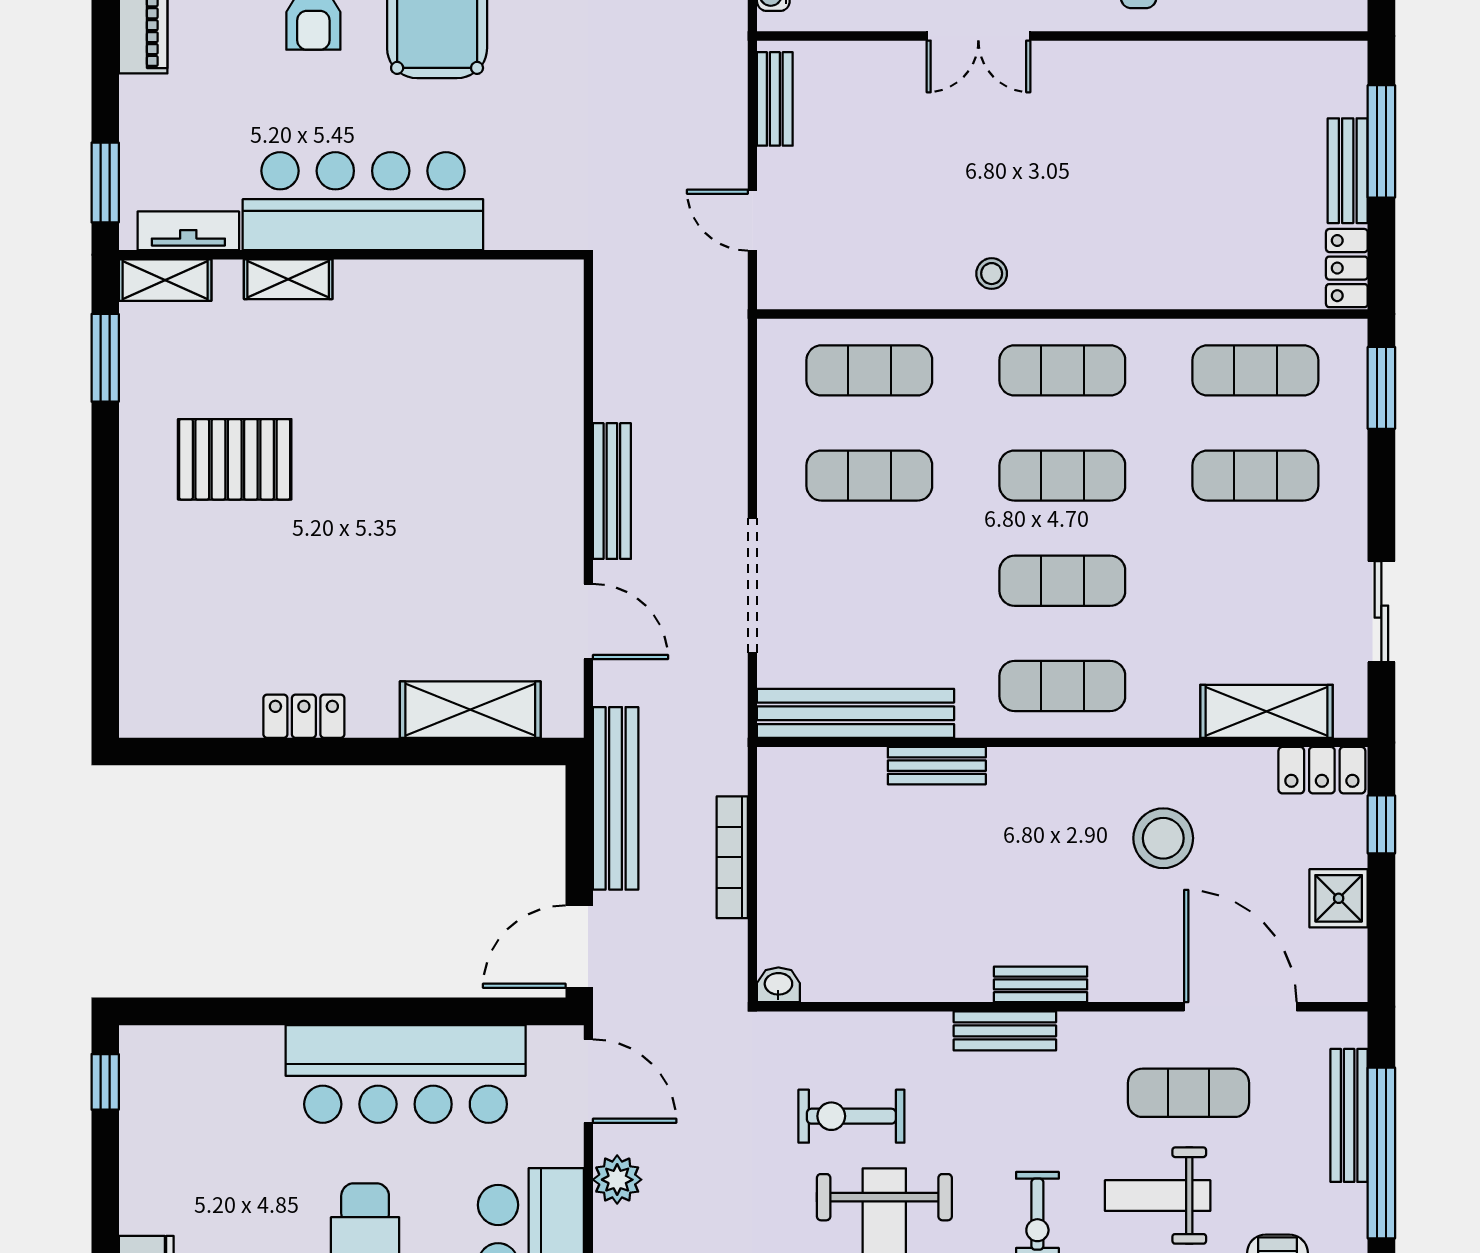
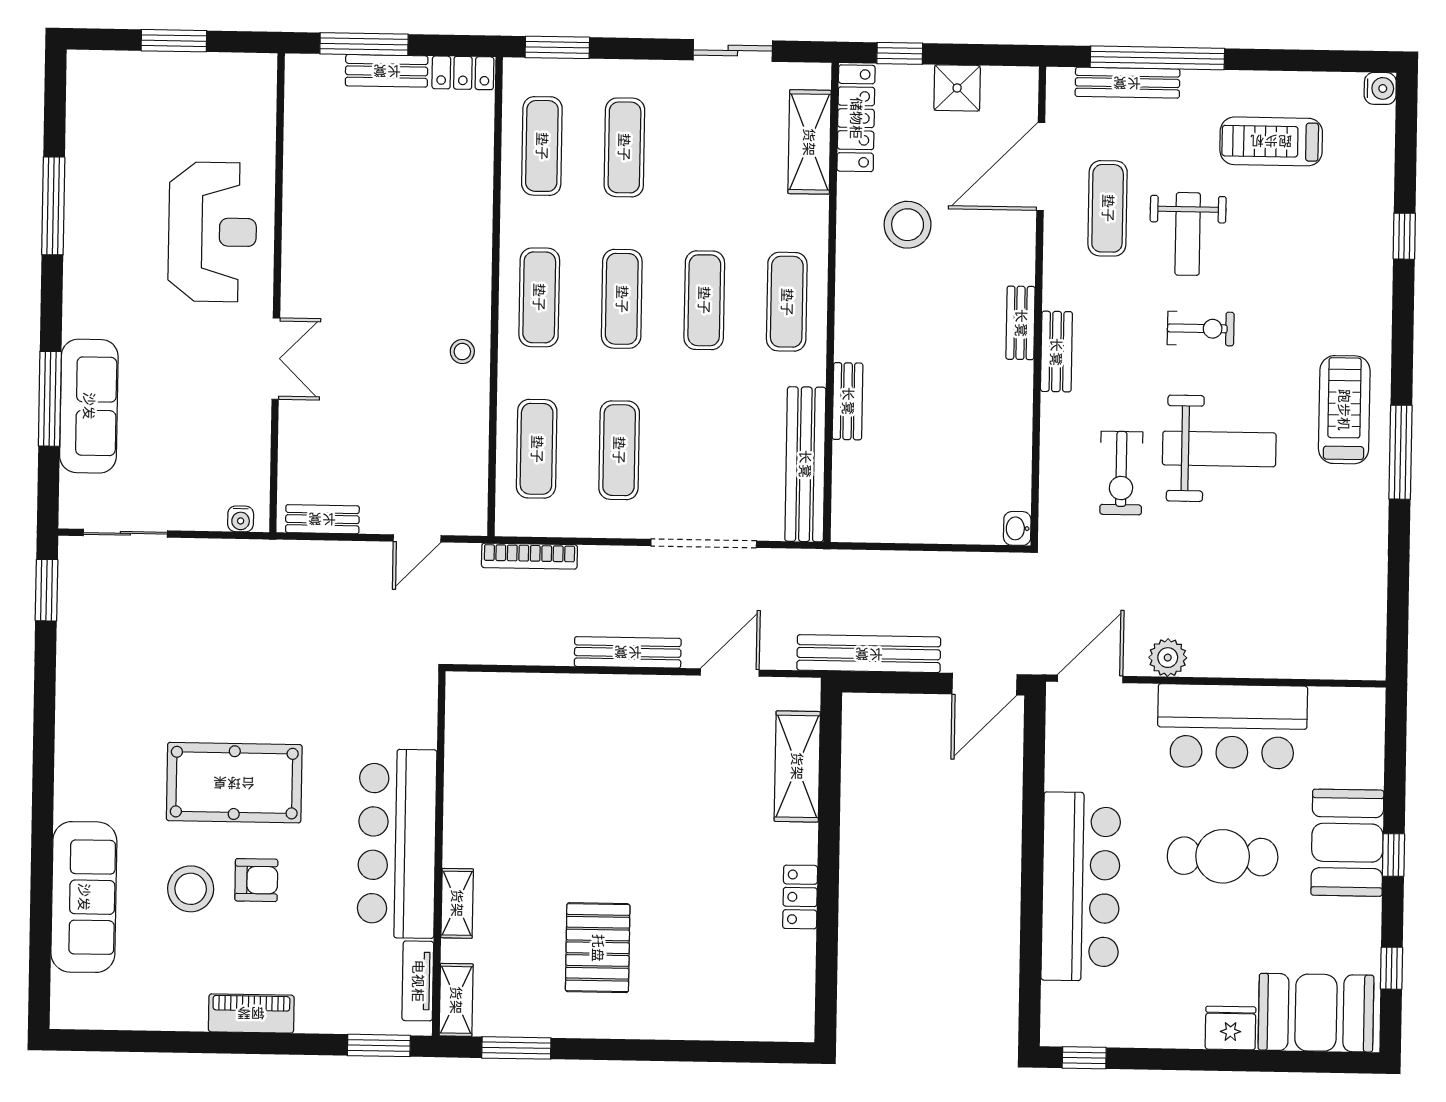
locker: (1322, 770) -> (856, 118), width x1.53
bookcase: (732, 857) -> (529, 556), moved
door: (579, 947) -> (984, 684), hinge flipped
bar counter: (406, 1074) -> (1081, 887), moved

